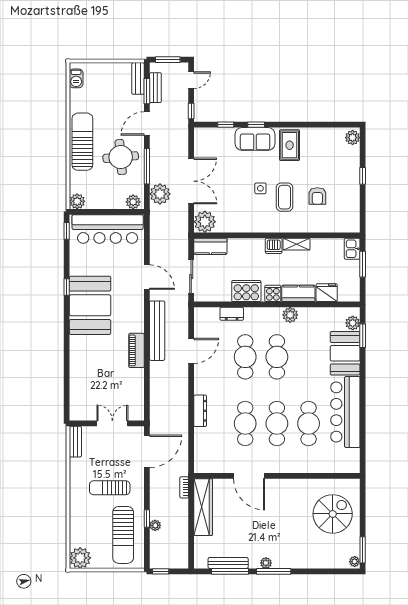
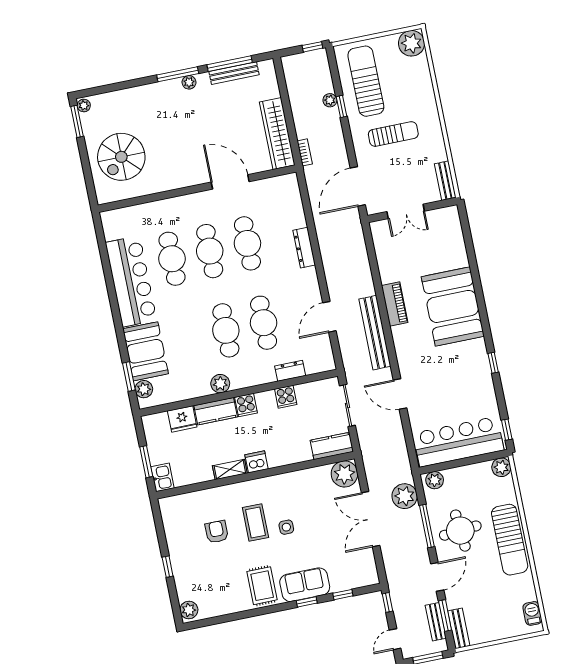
cooker: (246, 291) -> (286, 397), width x0.53, depth x0.76
booth: (90, 305) -> (453, 306), moved

